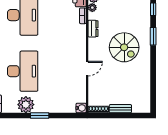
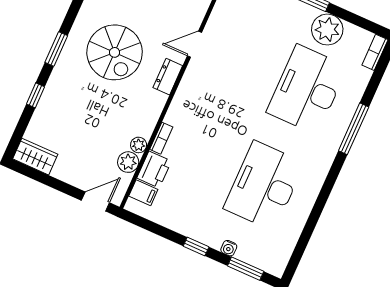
dresser: (93, 29) -> (168, 77), moved
spiral stairs: (124, 47) -> (115, 52), turned 180

